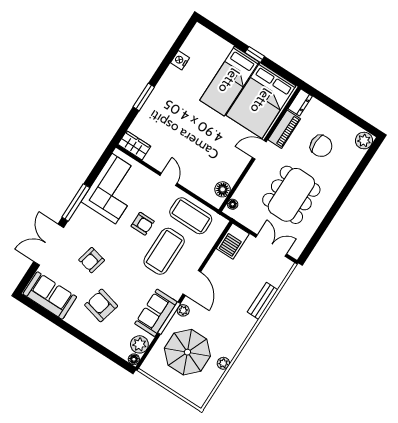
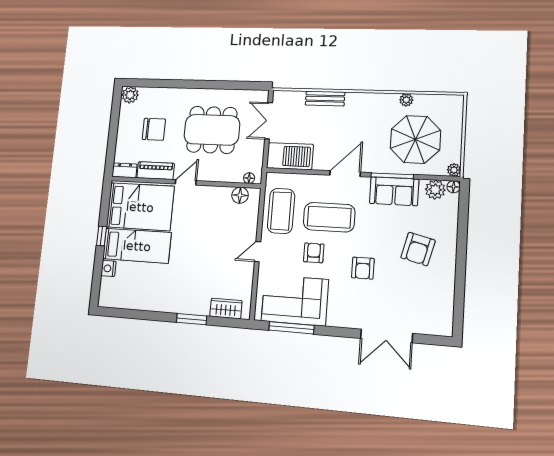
nightstand: (180, 60) -> (109, 268), moved, turned 90
wardrobe: (134, 145) -> (226, 308), moved, turned 90
chair: (321, 146) -> (154, 129), turned 90
door: (259, 150) -> (186, 182), swing flipped
window: (76, 202) -> (291, 328), moved
barbecue: (233, 241) -> (290, 156), width x1.37, depth x1.21
armchair: (92, 260) -> (363, 268), moved, turned 77
sofa: (50, 295) -> (438, 307), removed
plant: (183, 310) -> (454, 170), moved

